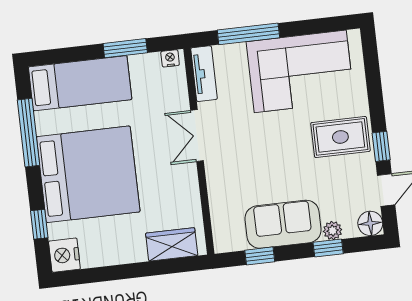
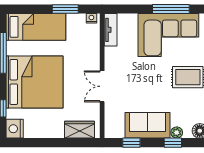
window: (248, 34) -> (171, 9), moved
double door: (197, 136) -> (102, 86), moved

